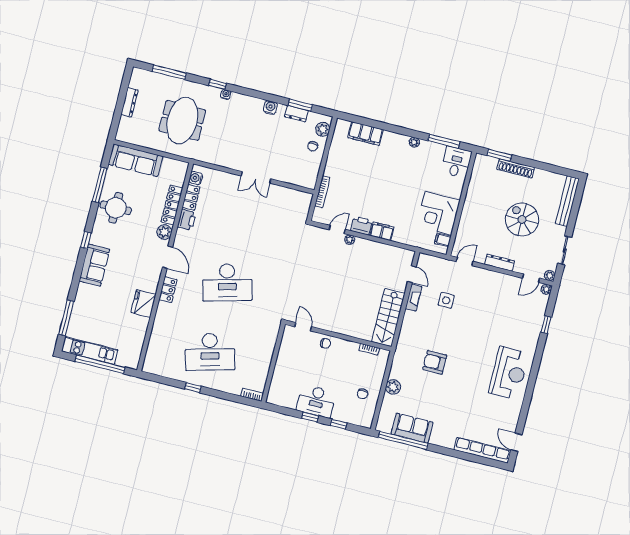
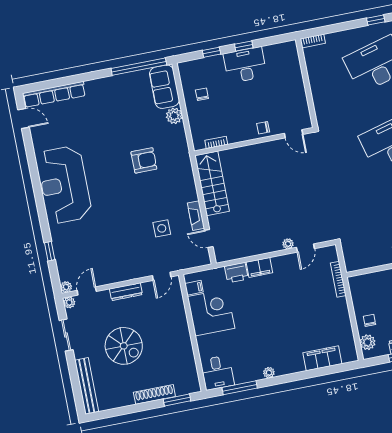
printer: (362, 226) -> (236, 273), moved
reception desk: (509, 373) -> (64, 185), width x1.36, depth x1.30
sofa: (412, 428) -> (164, 87), moved, turned 90

